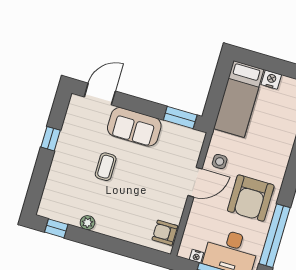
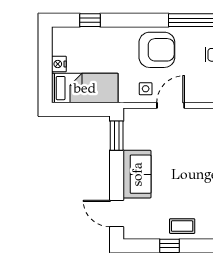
coffee table: (106, 167) -> (182, 226), moved
door: (195, 182) -> (171, 105), hinge flipped
armchair: (251, 198) -> (157, 50), moved

